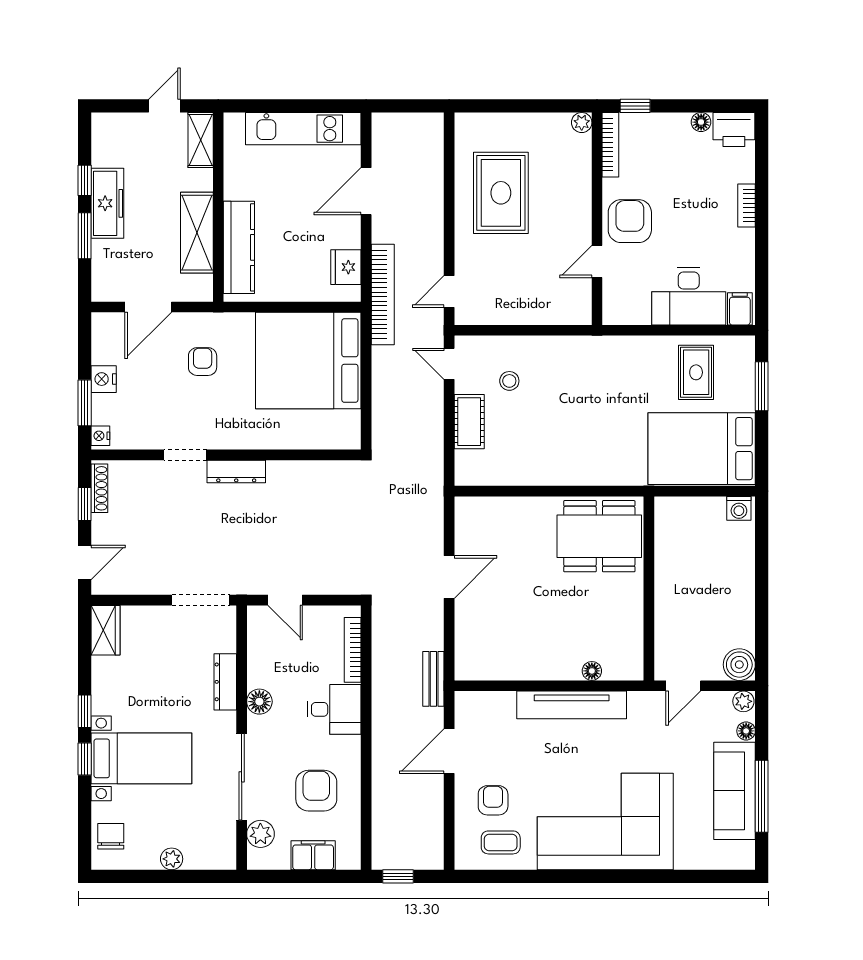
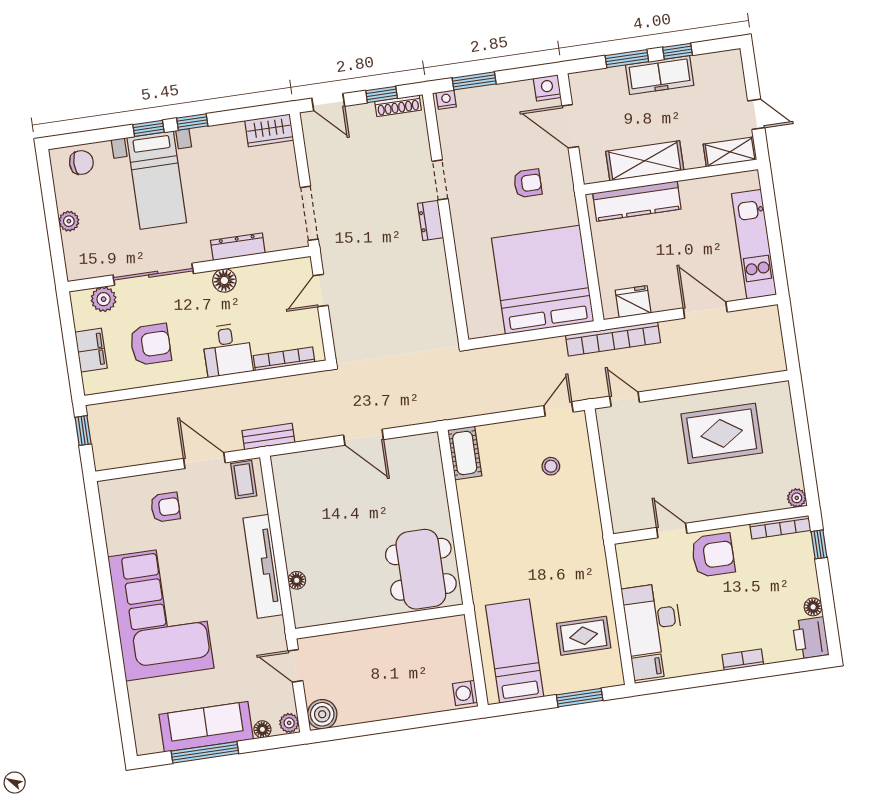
nightstand: (104, 379) -> (547, 88), moved
cot: (469, 422) -> (465, 453), moved, turned 90
bed: (702, 449) -> (515, 651), width x0.67
dresser: (236, 471) -> (431, 220), width x0.70
coffee table: (501, 842) -> (244, 480), moved

